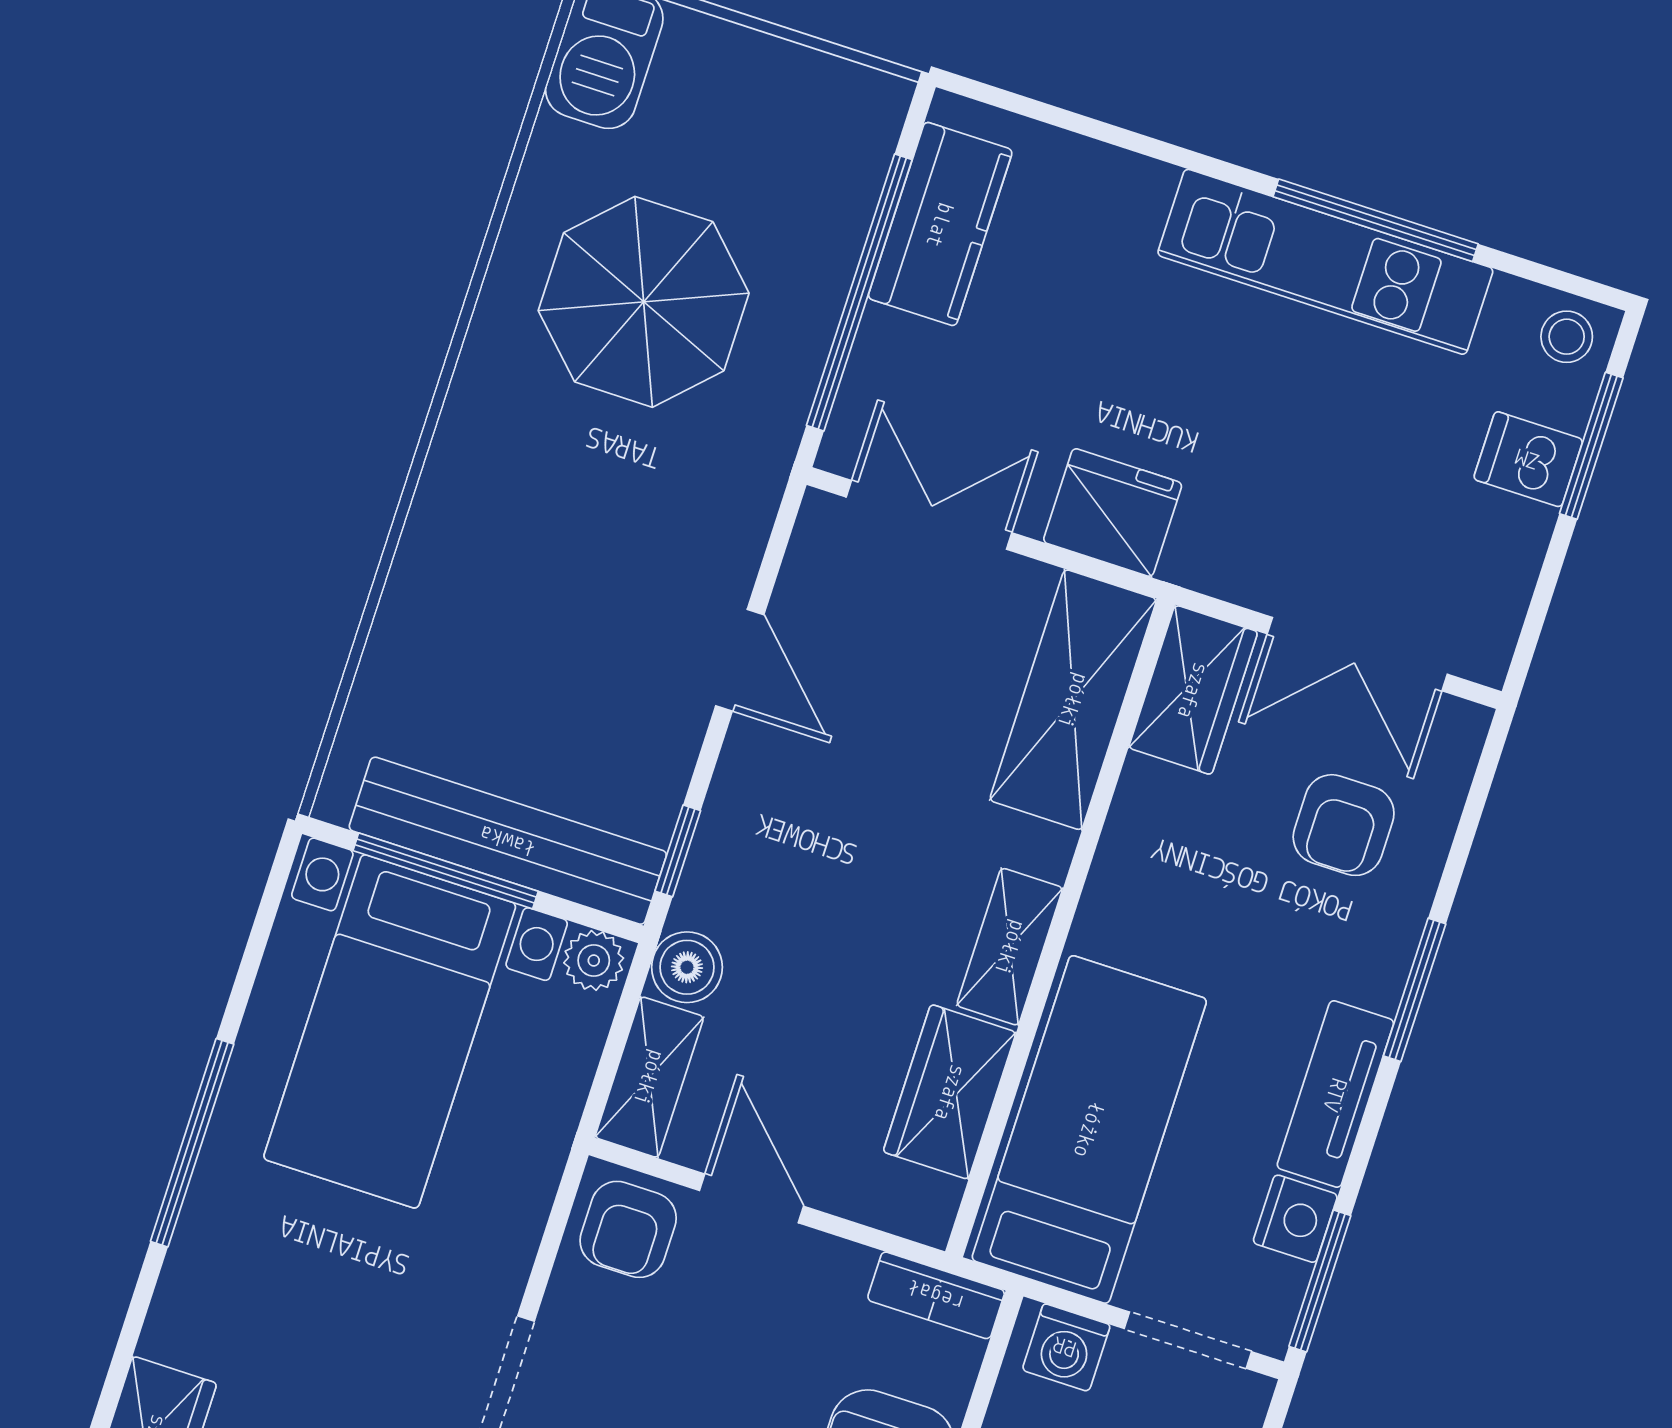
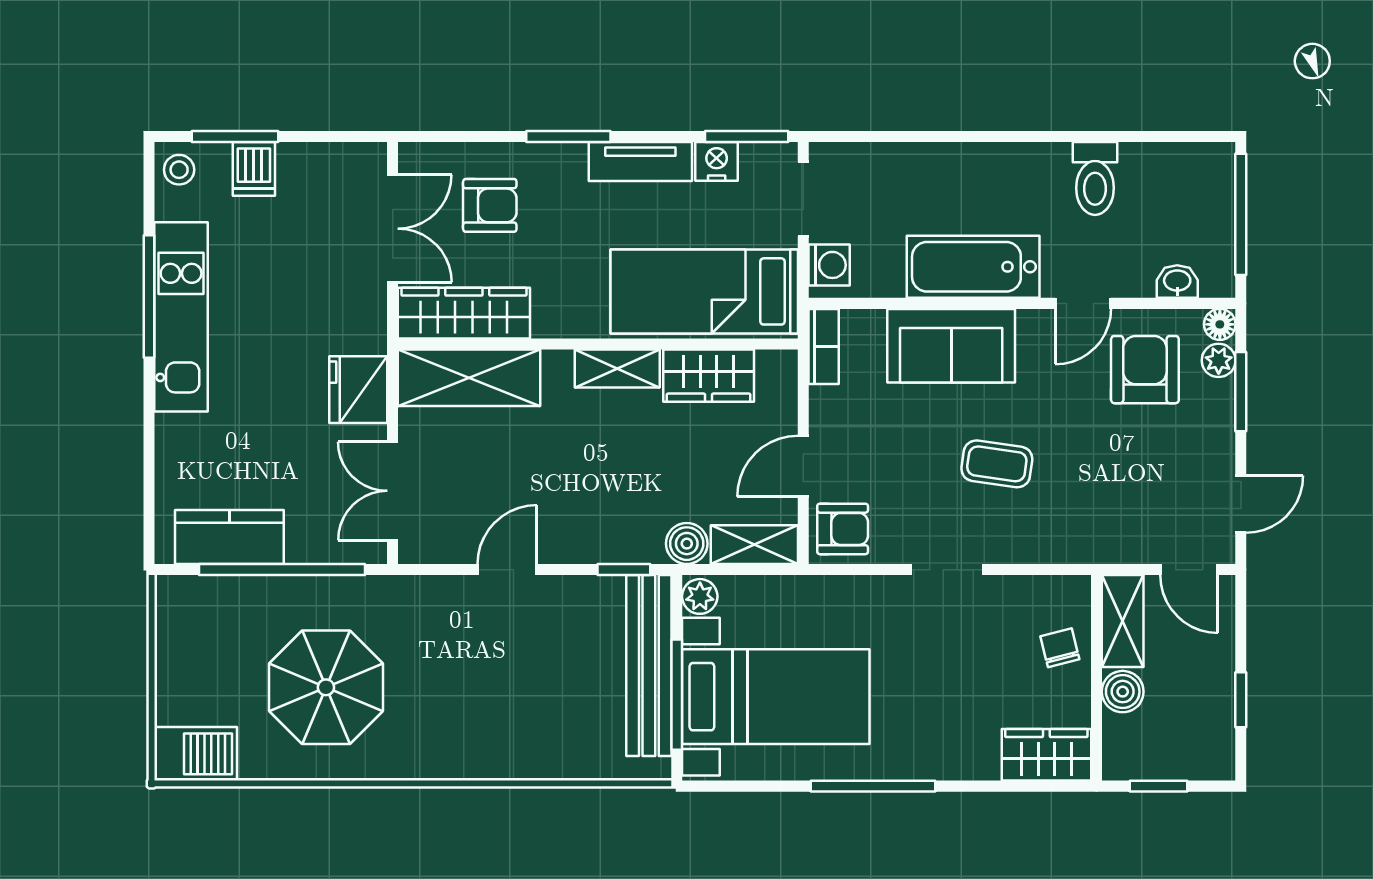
wardrobe: (1193, 690) -> (464, 313), width x1.50

